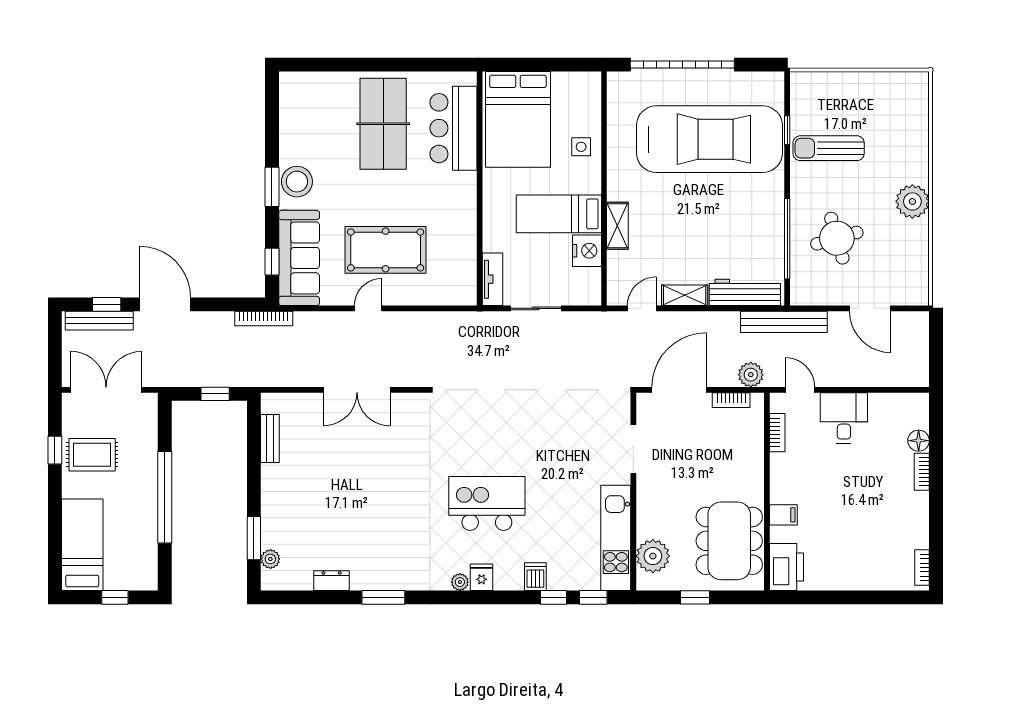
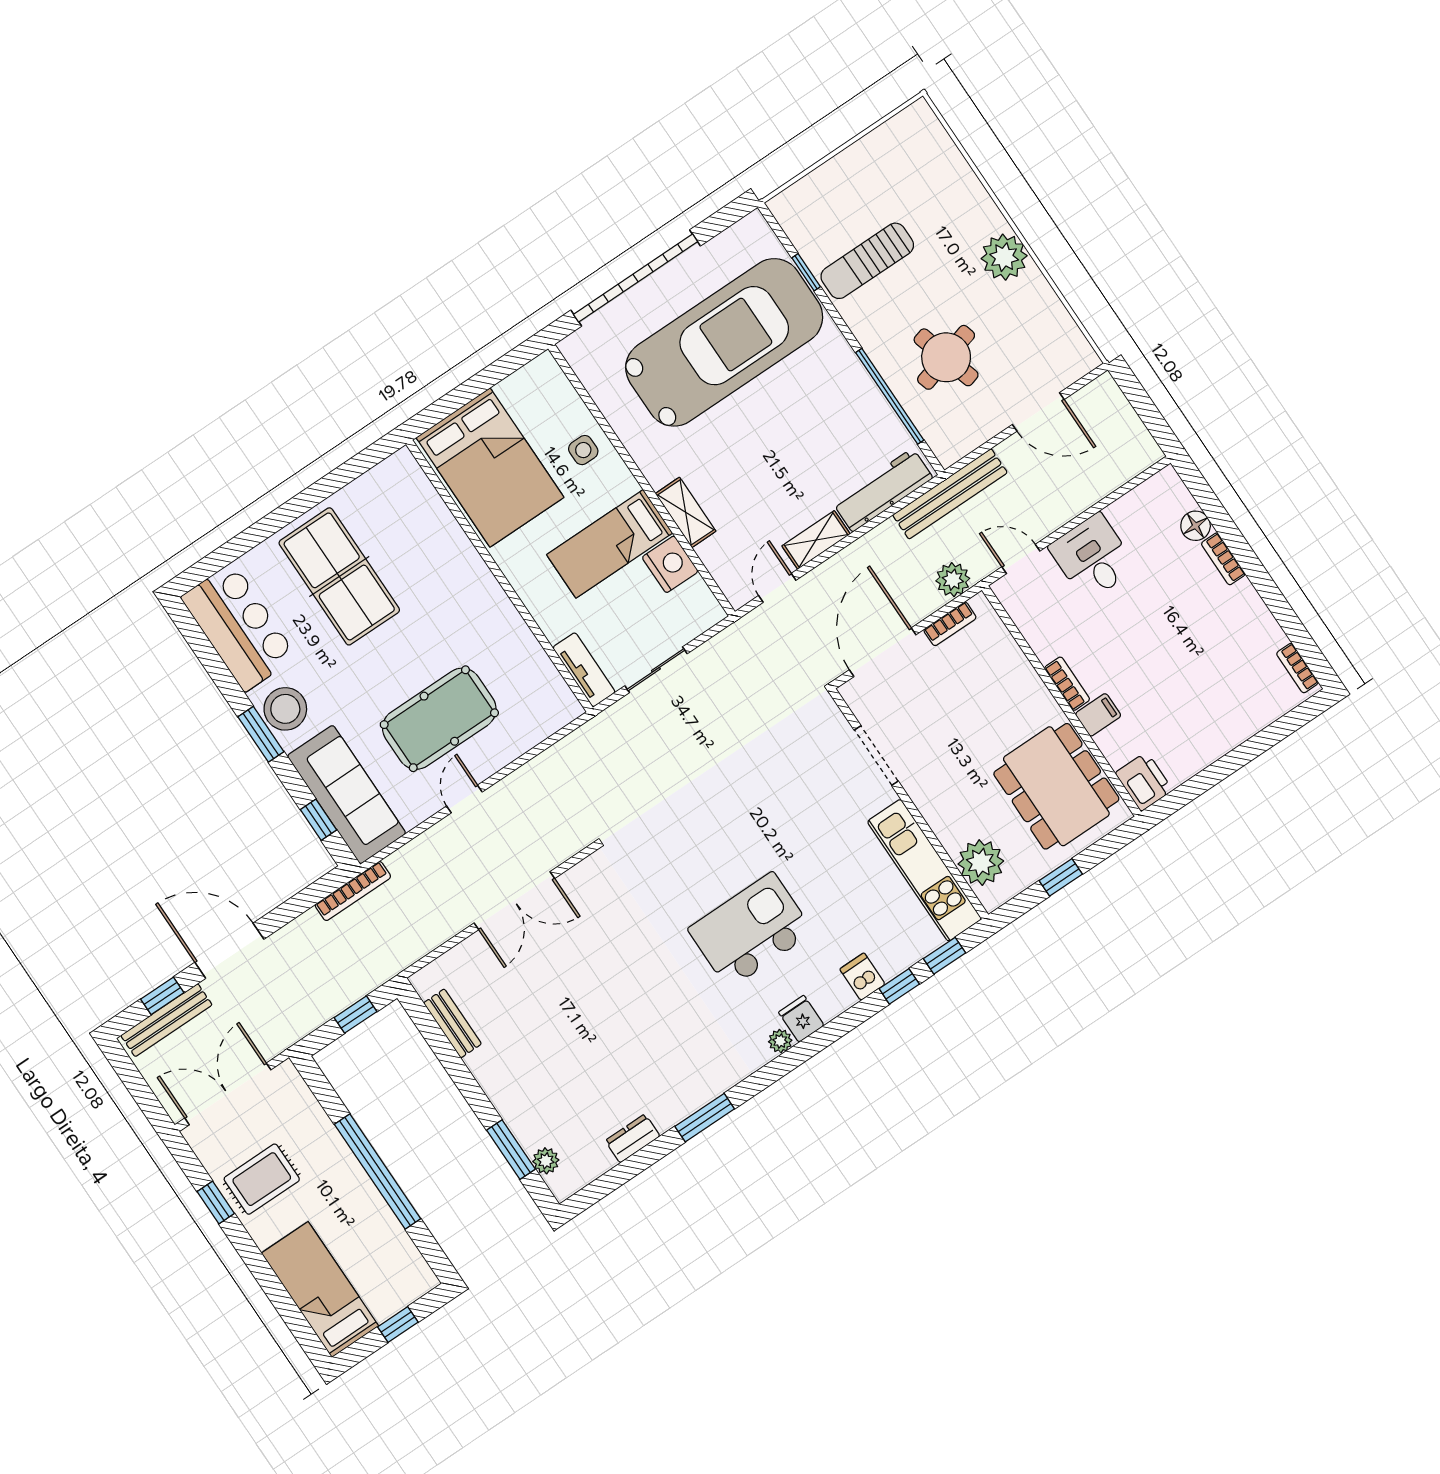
bar counter: (453, 128) -> (239, 627), moved, turned 180
bookcase: (777, 433) -> (1067, 684), moved
printer: (787, 567) -> (1144, 782), width x0.73, depth x0.84

